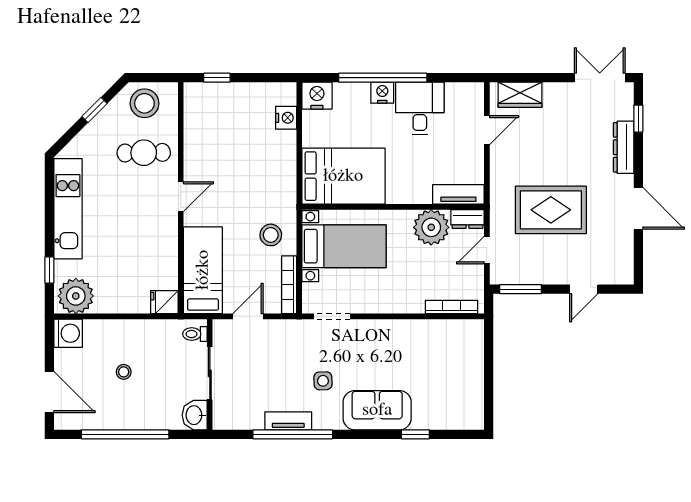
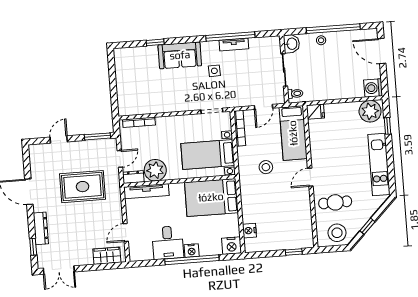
tv unit: (458, 194) -> (146, 191), width x1.41
stool: (271, 235) -> (266, 167), moved
stool: (124, 372) -> (321, 40), moved

